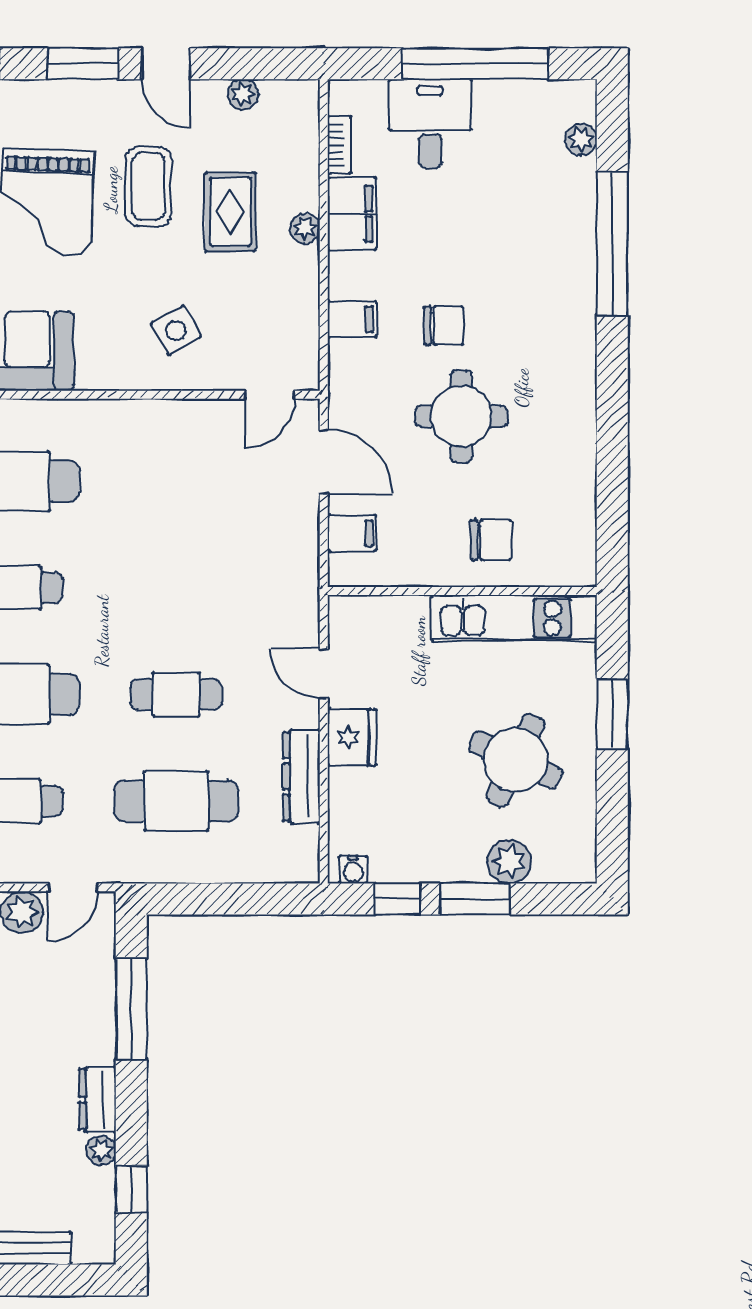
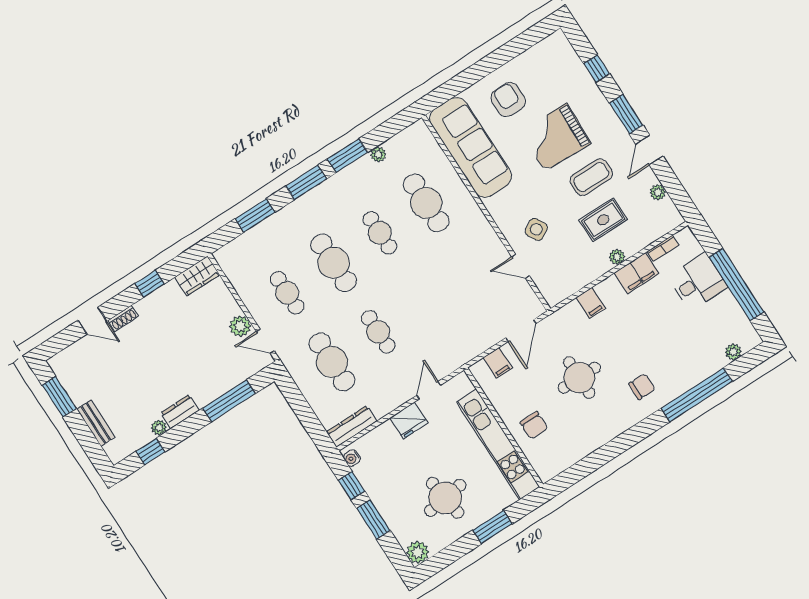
chair: (444, 326) -> (642, 387), moved, turned -90
door: (270, 395) -> (521, 266), moved
kitchen unit: (514, 618) -> (498, 444), width x1.36
round table: (516, 760) -> (445, 498), turned -33
dresser: (301, 776) -> (352, 426), moved
plant: (509, 862) -> (418, 552), moved

